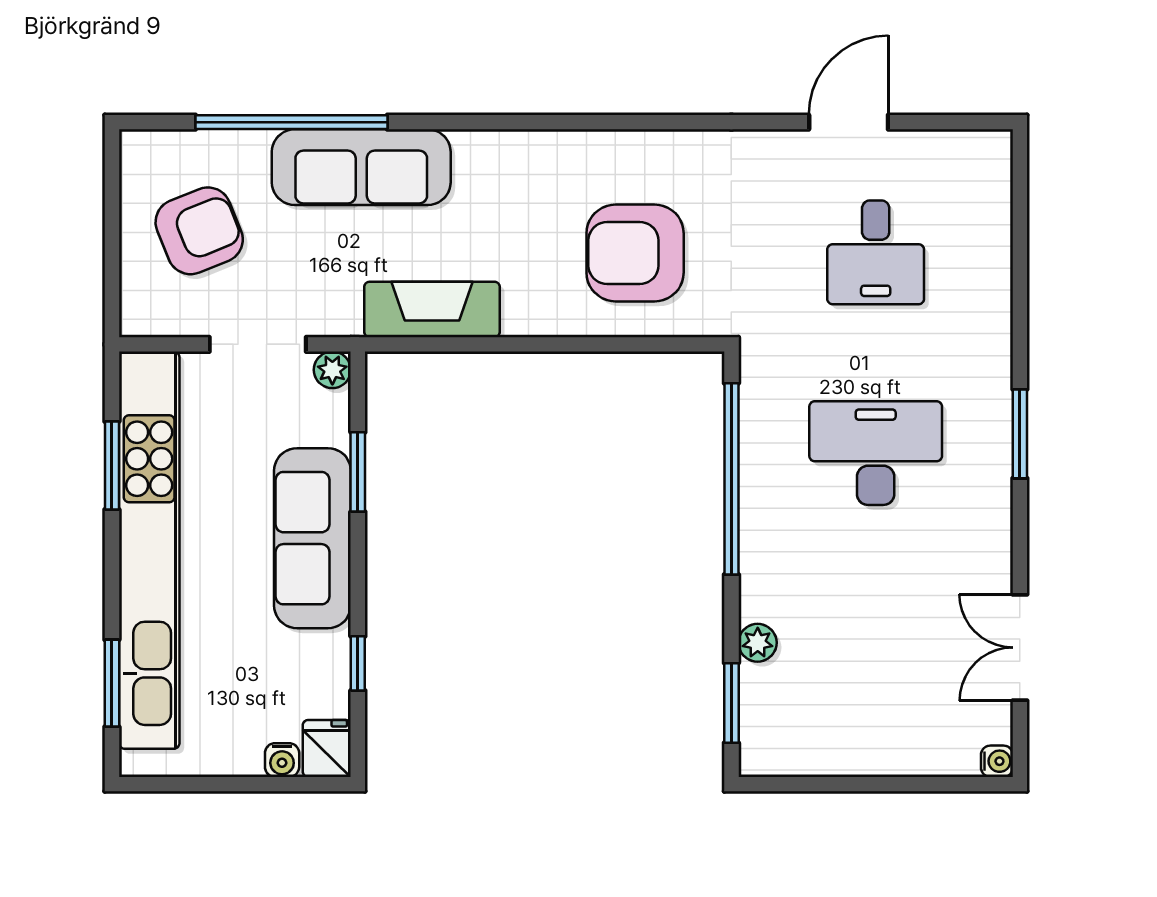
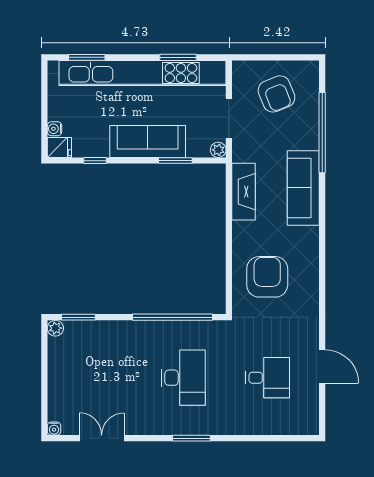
sofa: (361, 167) -> (303, 188), moved
desk: (876, 252) -> (267, 378), turned 180
plant: (758, 643) -> (55, 328), moved

